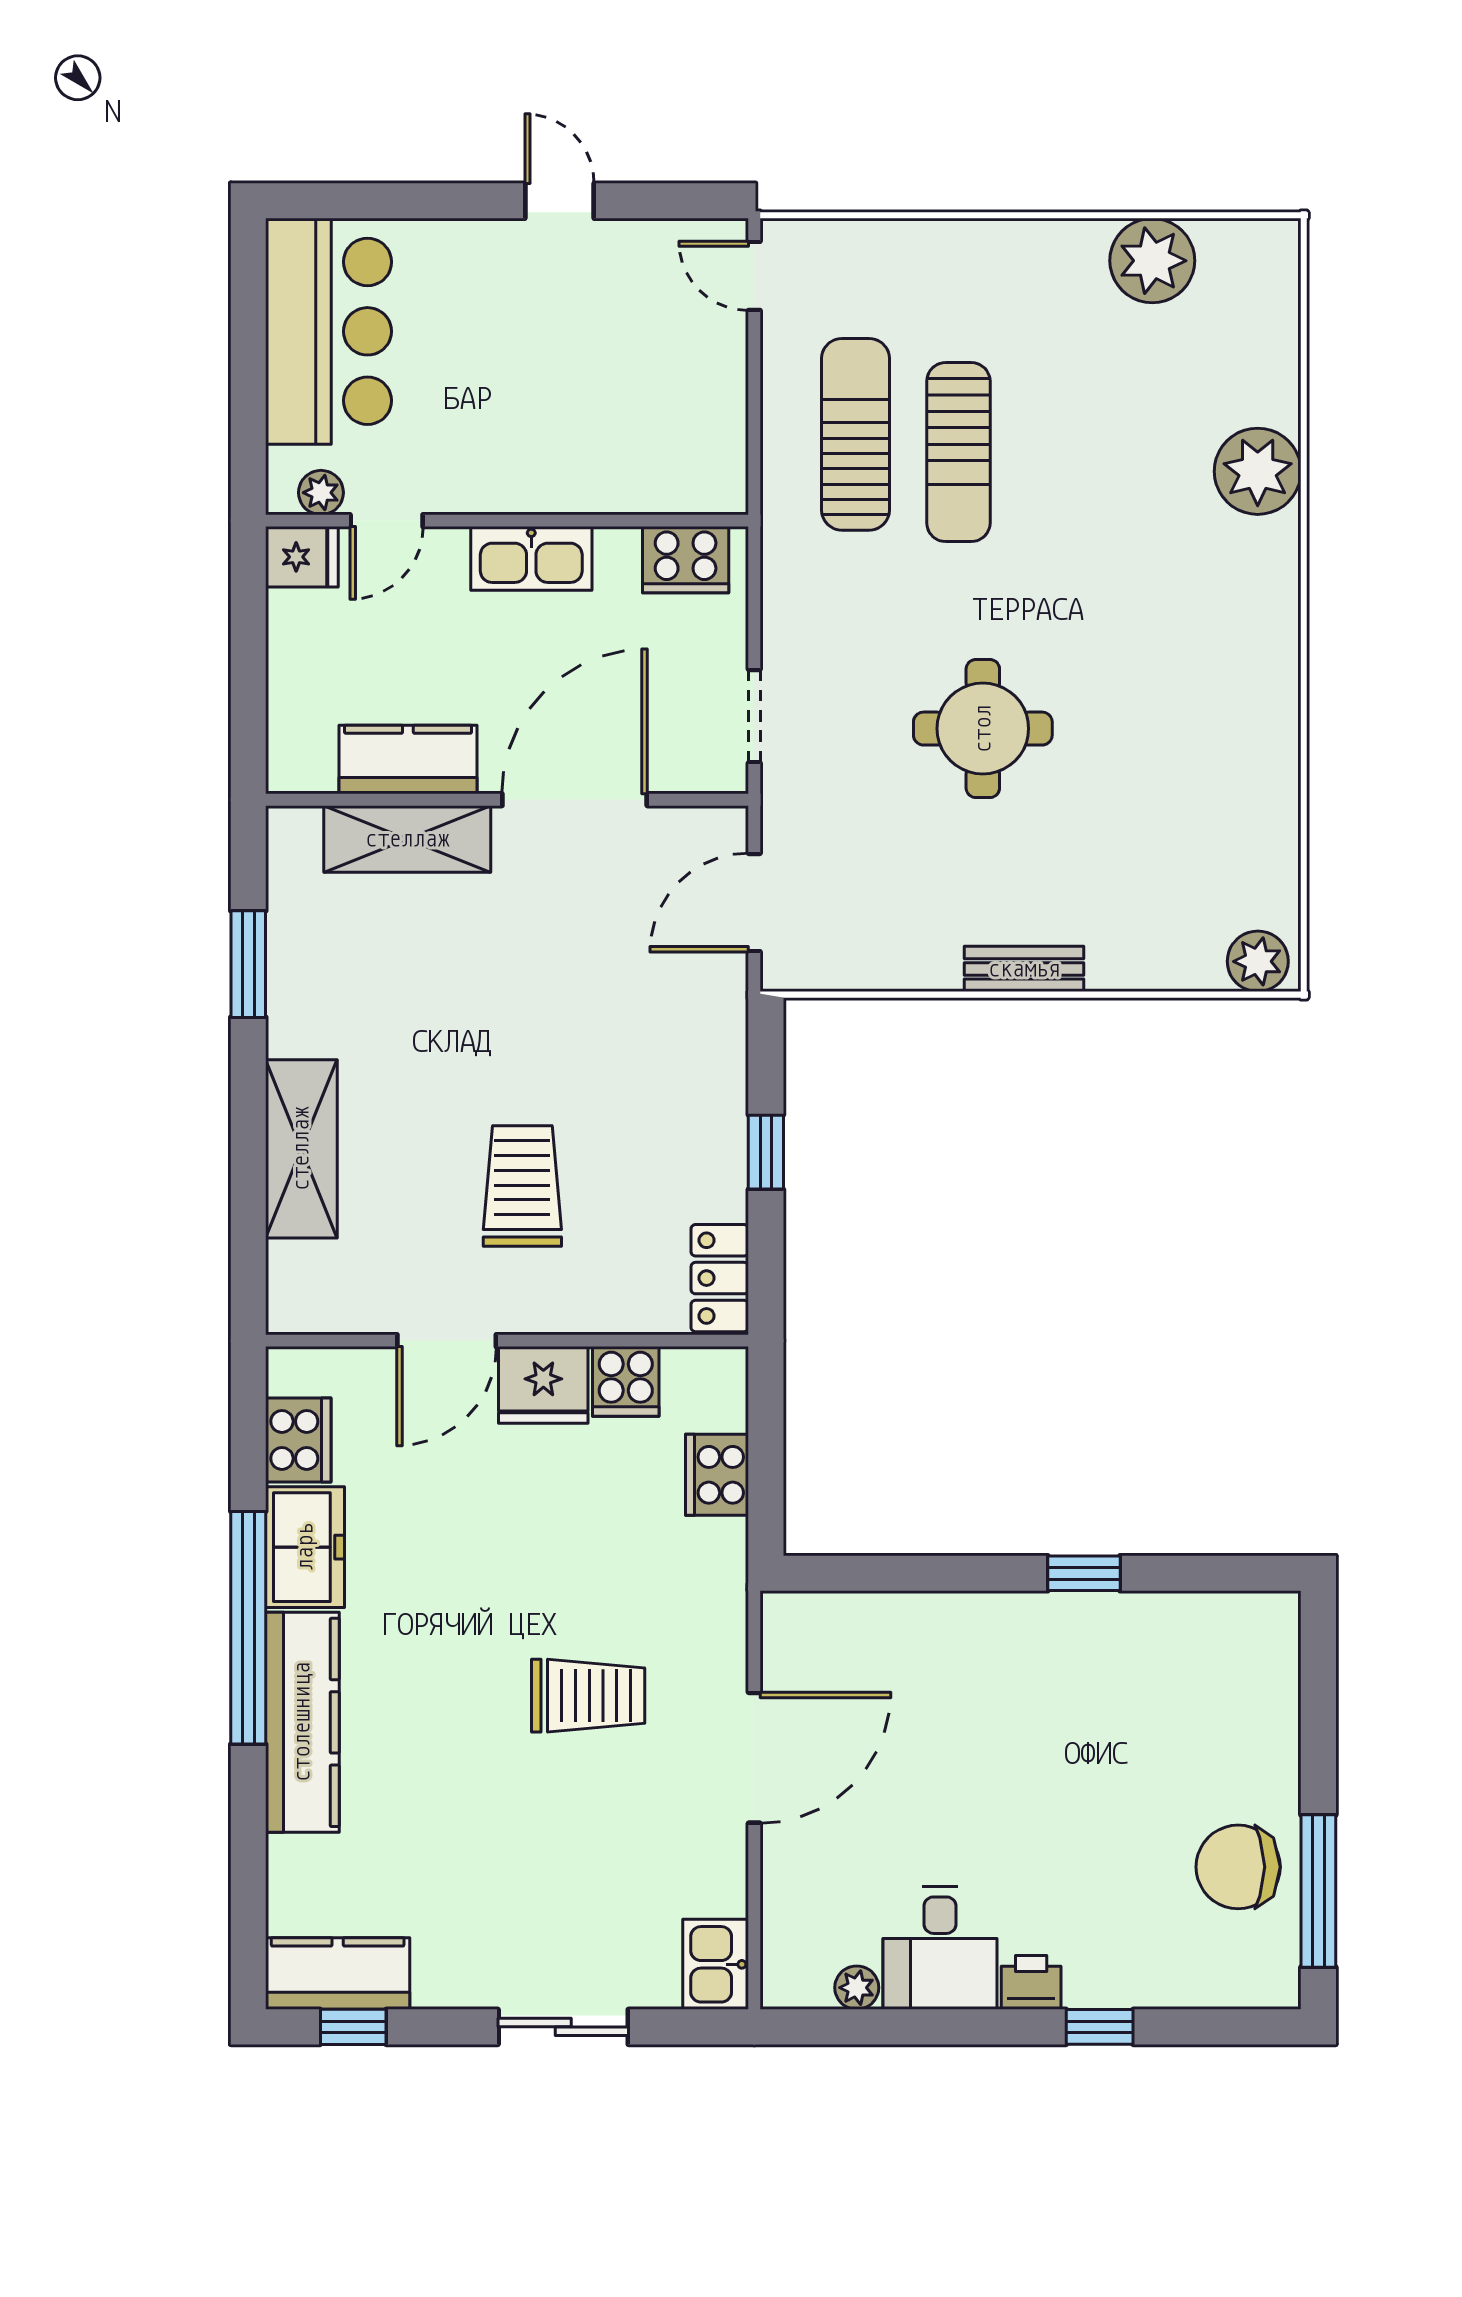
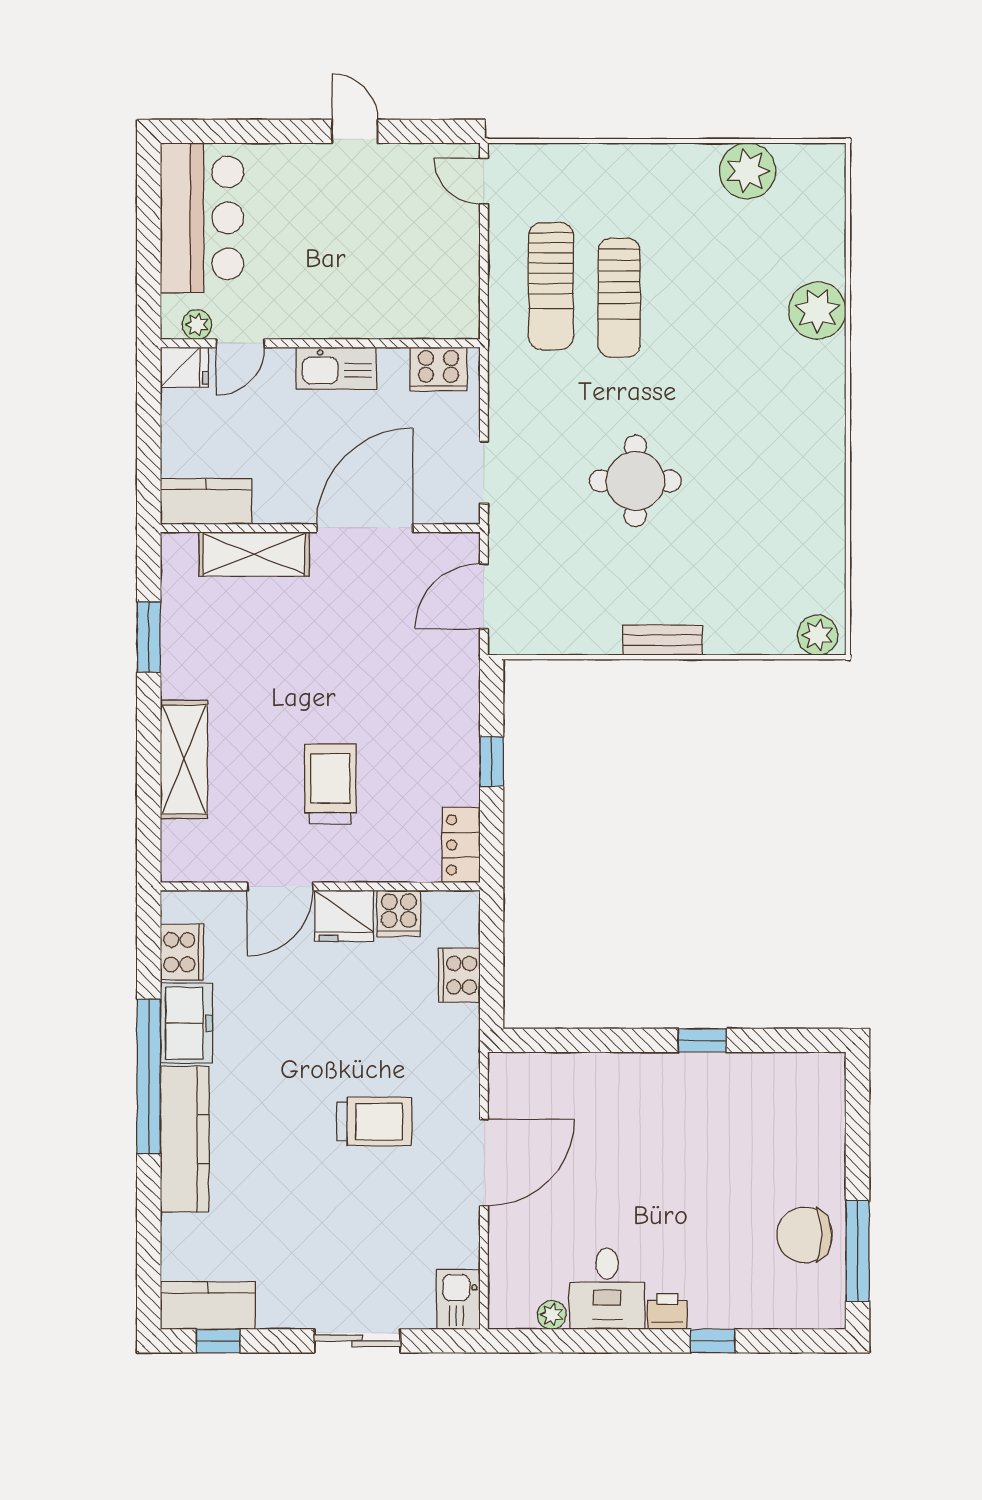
sun lounger: (856, 434) -> (551, 286), turned 180
kitchen counter: (408, 760) -> (206, 501), moved

